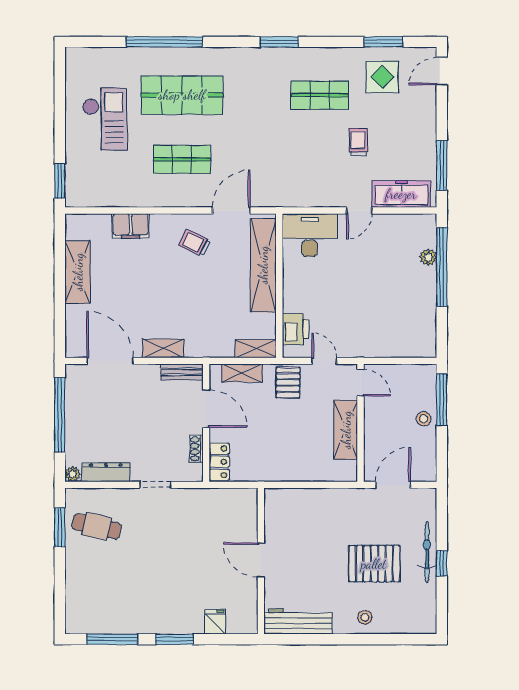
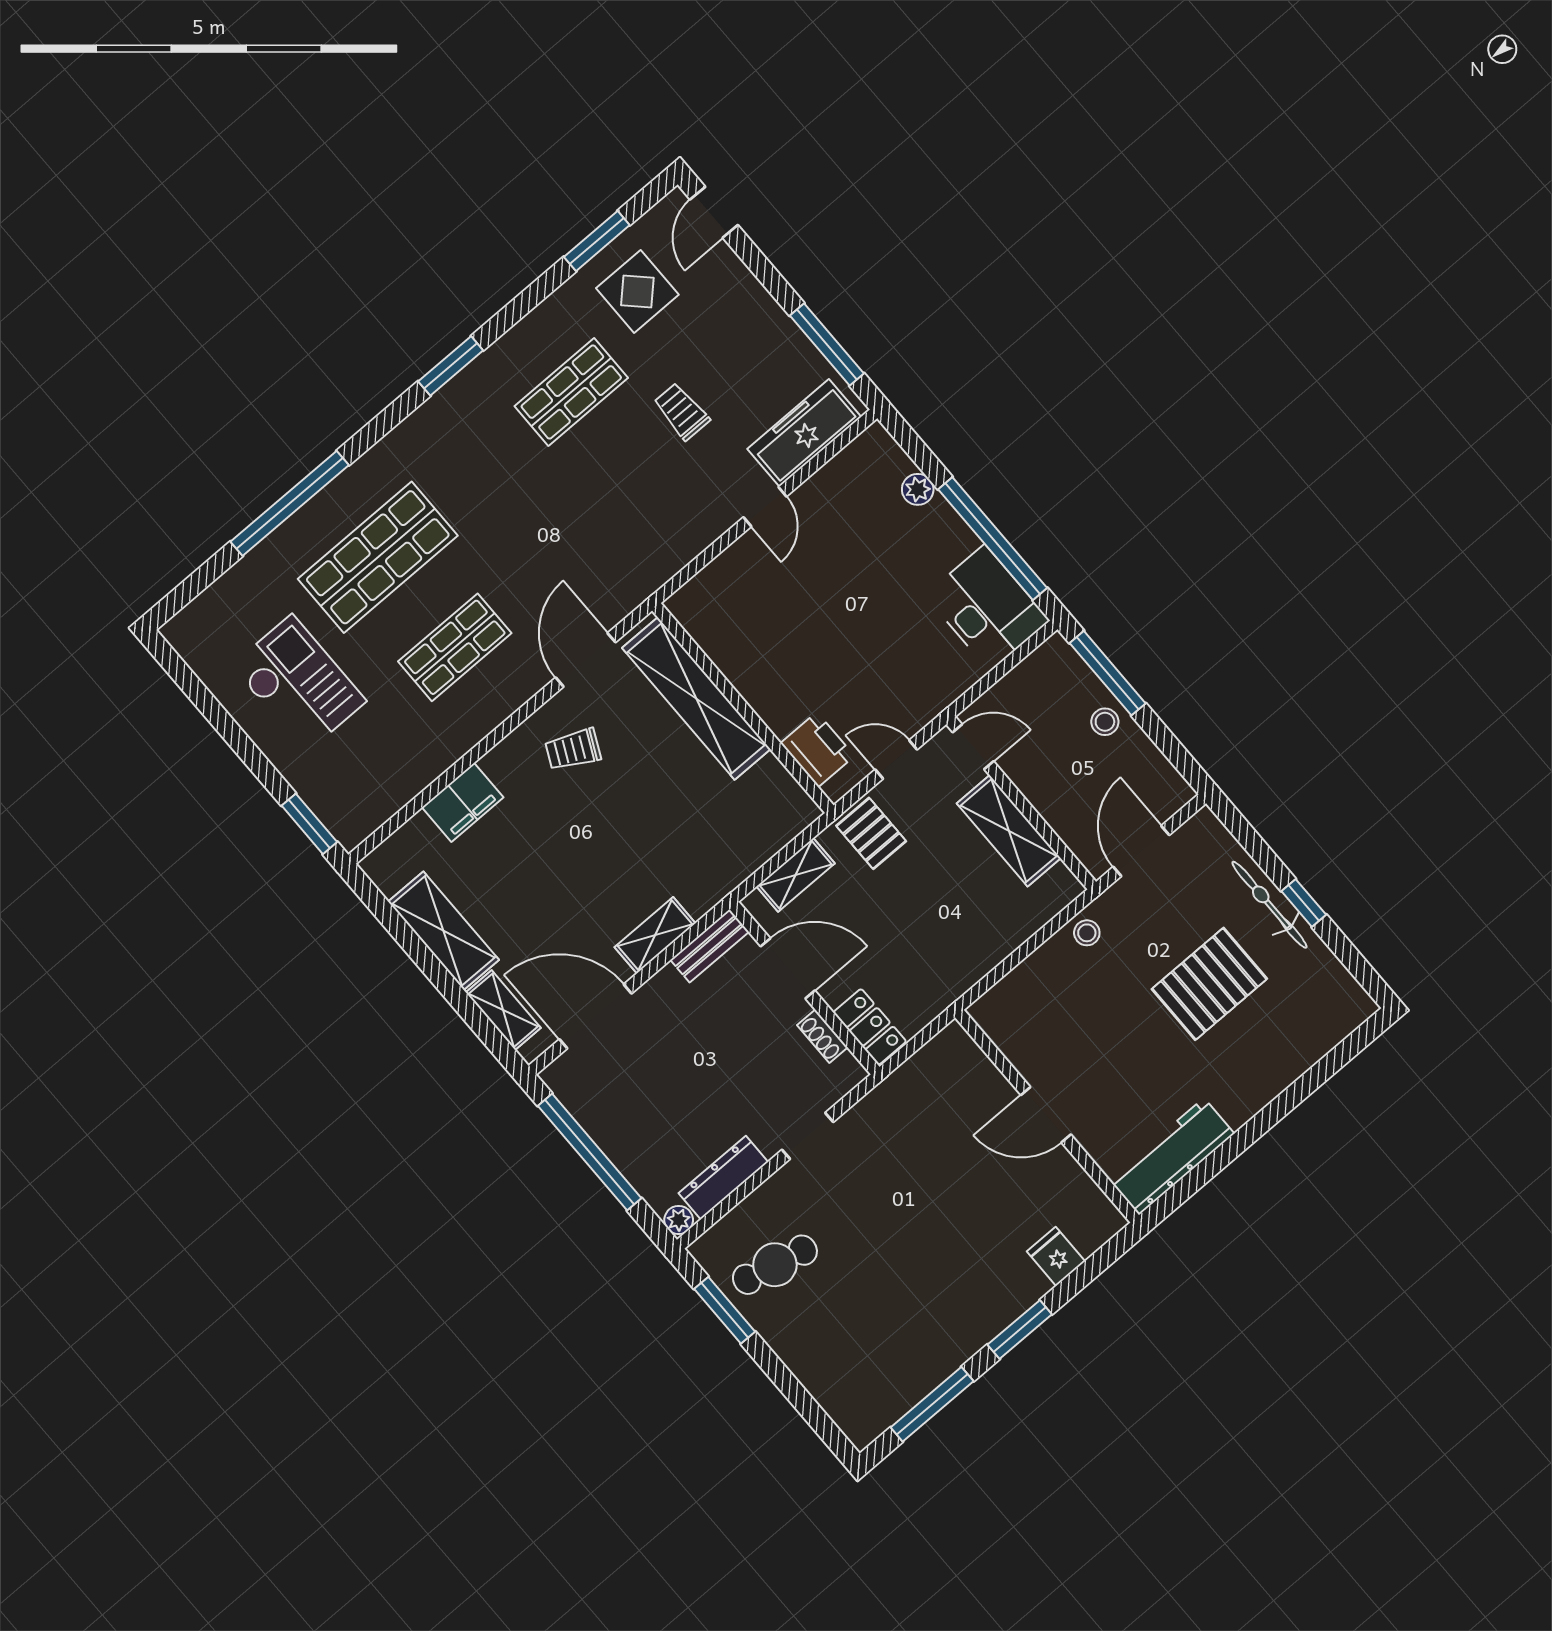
desk: (310, 235) -> (987, 608), moved, turned 90
window: (442, 267) -> (993, 539), moved
shelving: (256, 349) -> (503, 1010), moved, turned 90
stool: (365, 617) -> (1087, 933), moved

